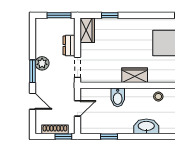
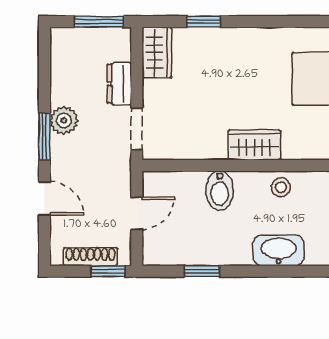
stool: (158, 97) -> (281, 187), moved

